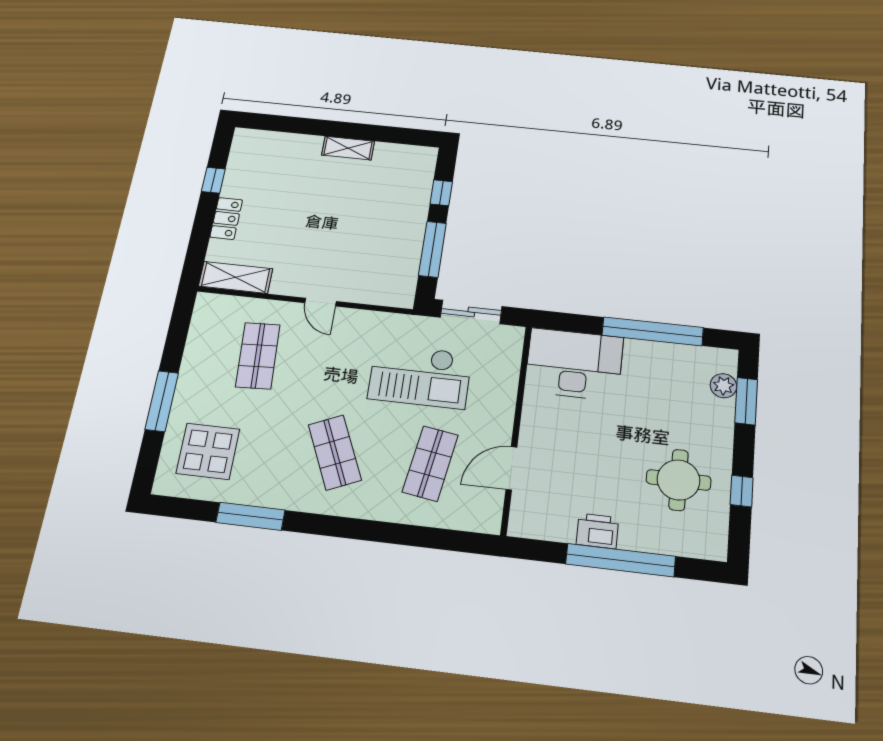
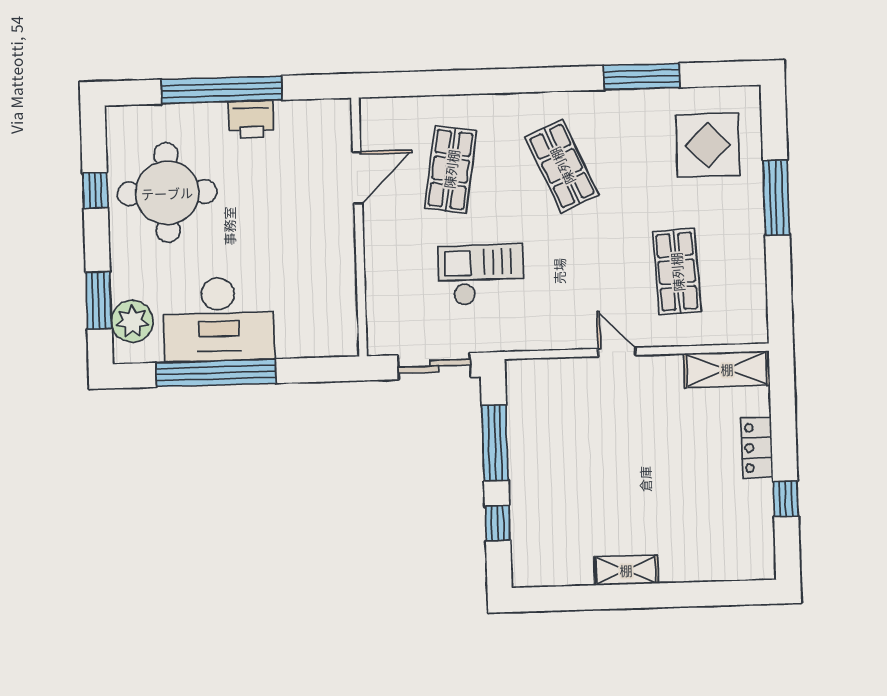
desk: (574, 364) -> (219, 320), moved
checkout: (420, 376) -> (481, 275), width x0.73, depth x0.83
plant: (723, 386) -> (132, 321), width x1.36, depth x1.36
round table: (679, 480) -> (167, 193), width x1.36, depth x1.36

